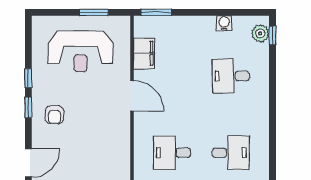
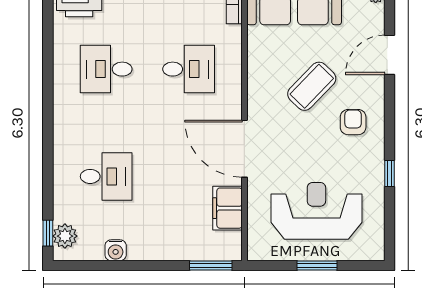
window: (94, 12) -> (317, 265), moved
door: (132, 96) -> (244, 149), width x1.36
window: (28, 107) -> (390, 132), removed
coffee table: (84, 140) -> (312, 86), added

